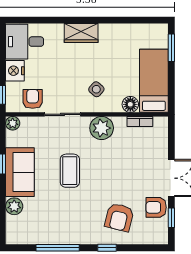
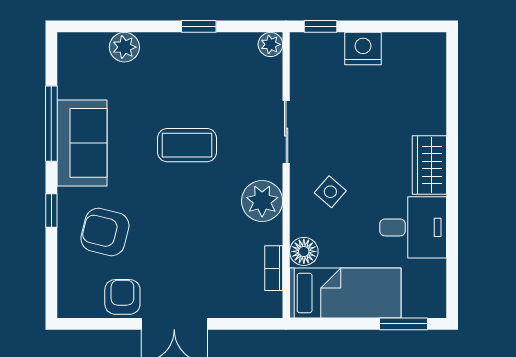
desk: (25, 42) -> (413, 227), moved, turned 90
armchair: (33, 99) -> (313, 80), removed
sofa: (20, 172) -> (82, 143), moved, turned -90
window: (171, 218) -> (104, 324), removed

